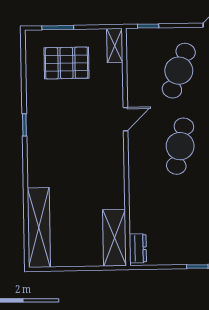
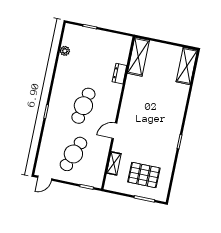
shelving: (115, 46) -> (114, 163), moved
shelving: (39, 228) -> (187, 66), width x0.68
dresser: (138, 248) -> (119, 74), moved

